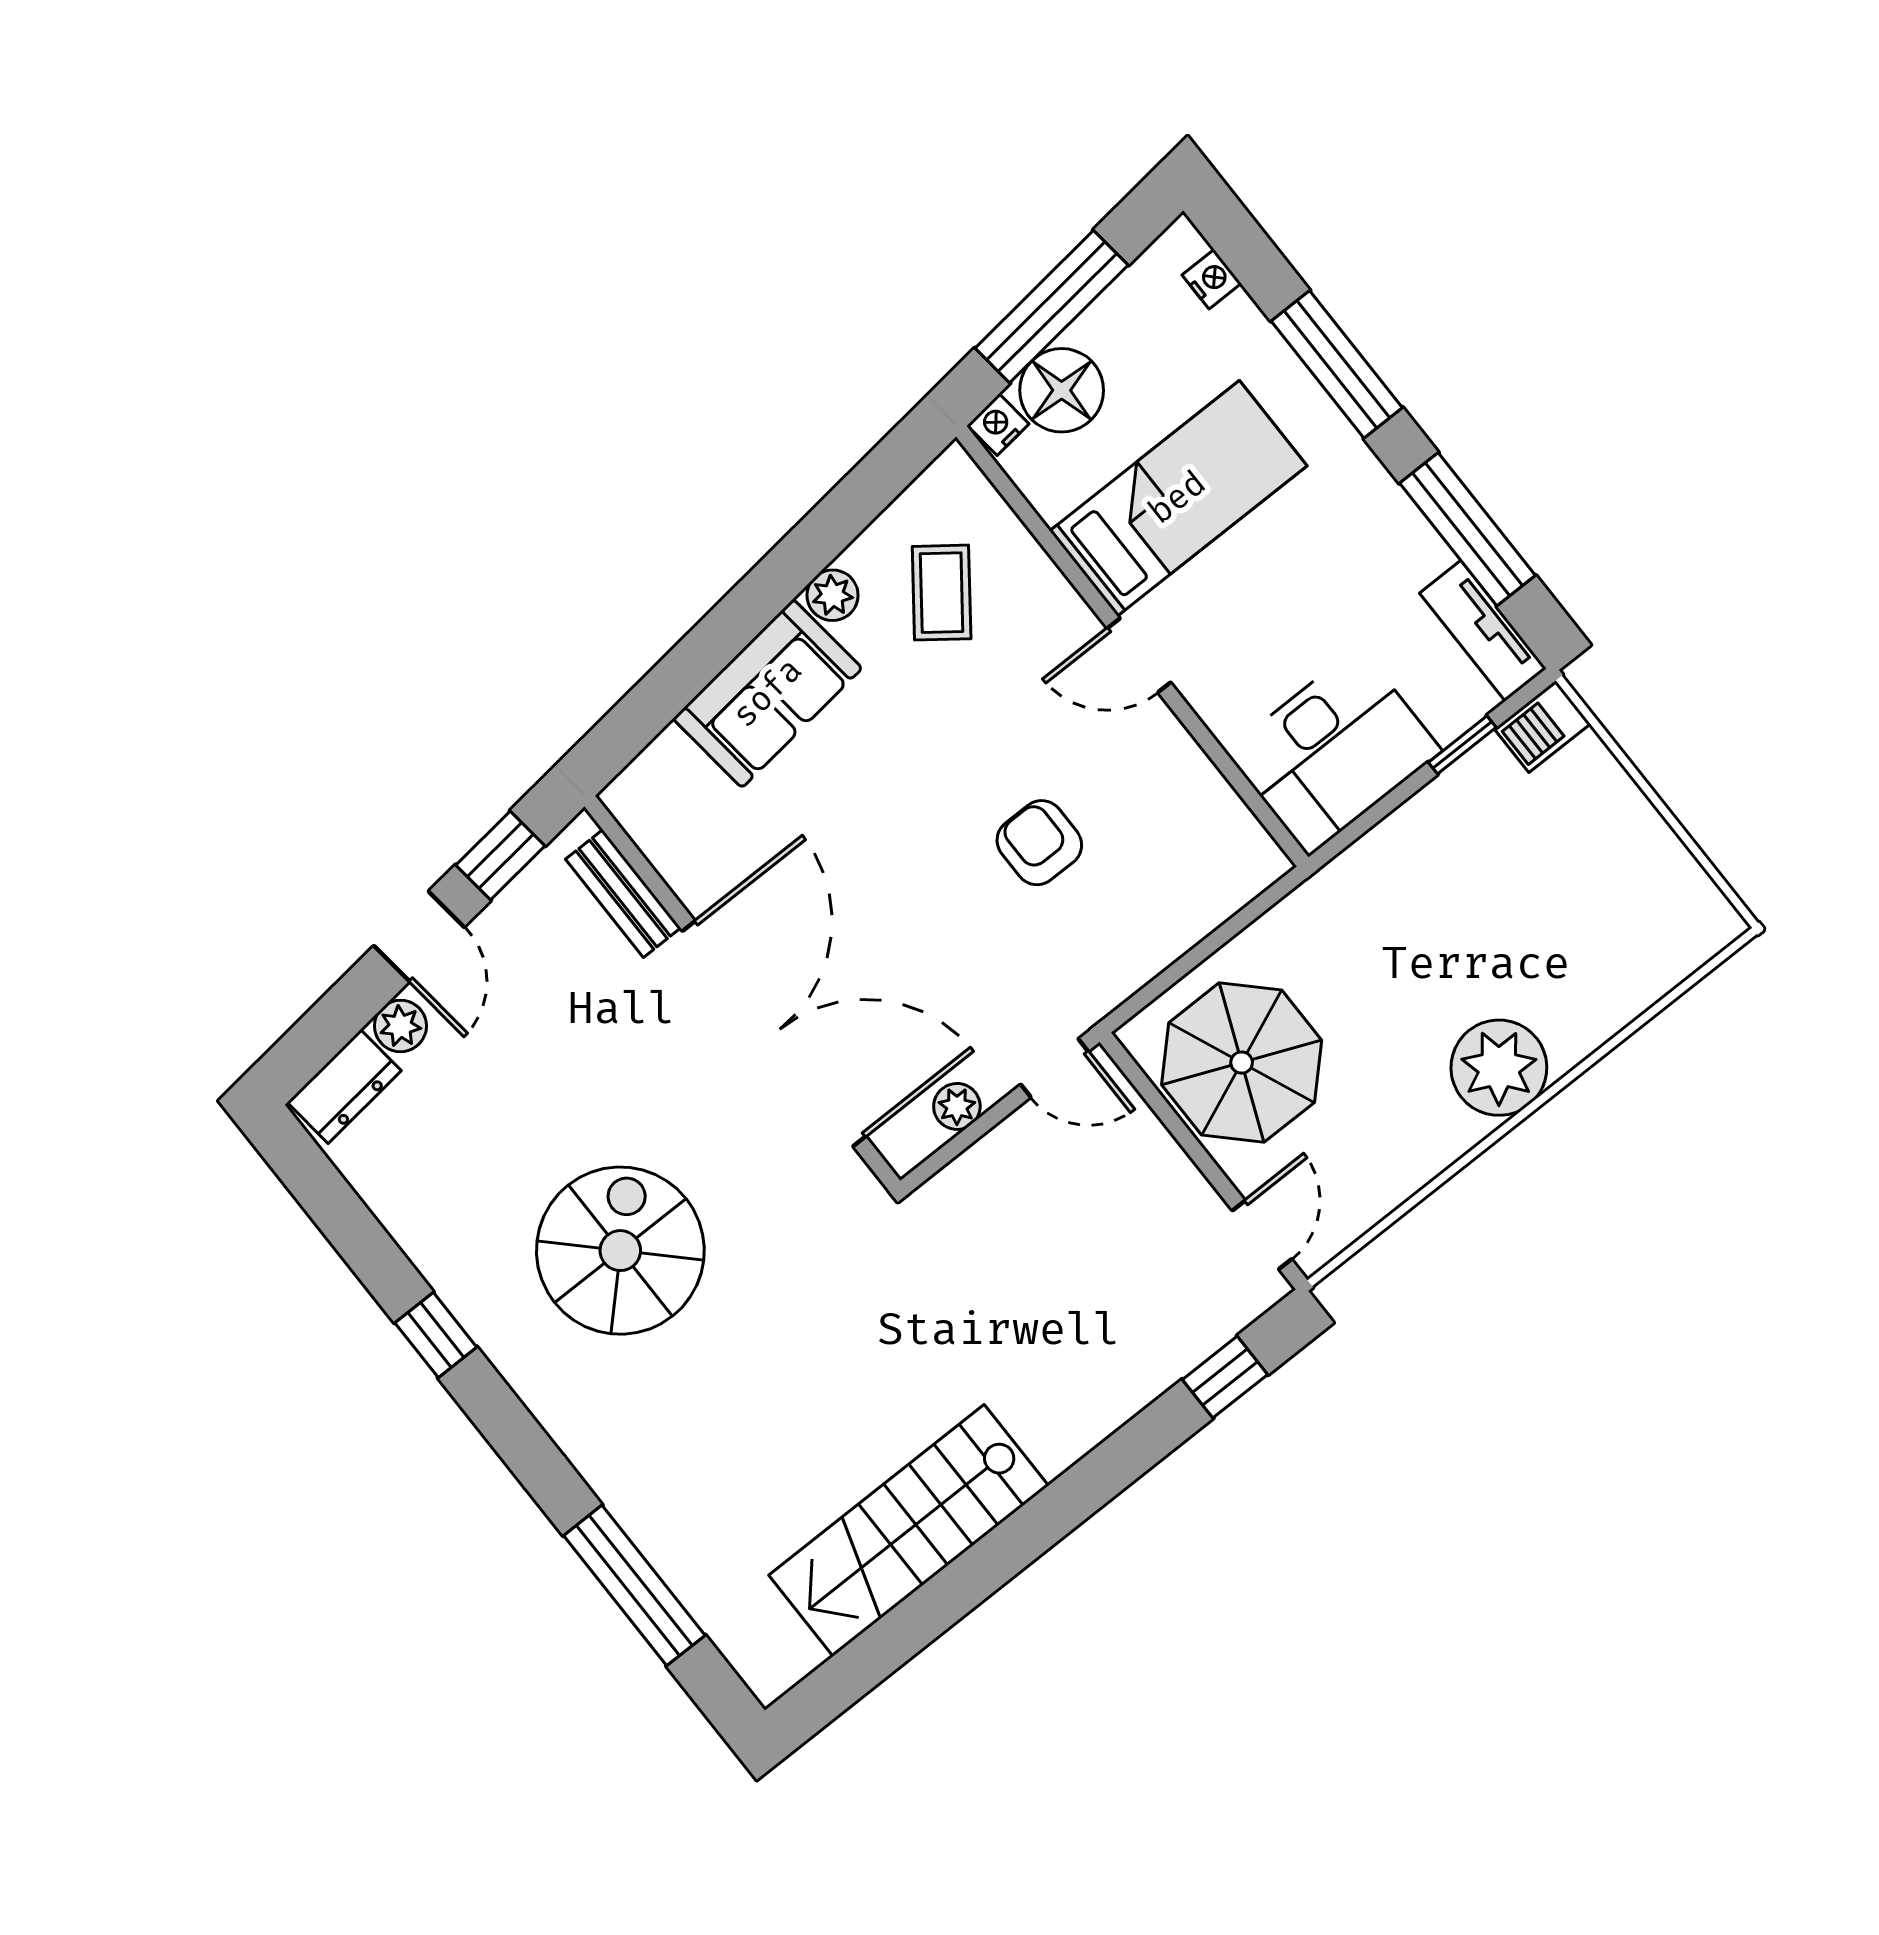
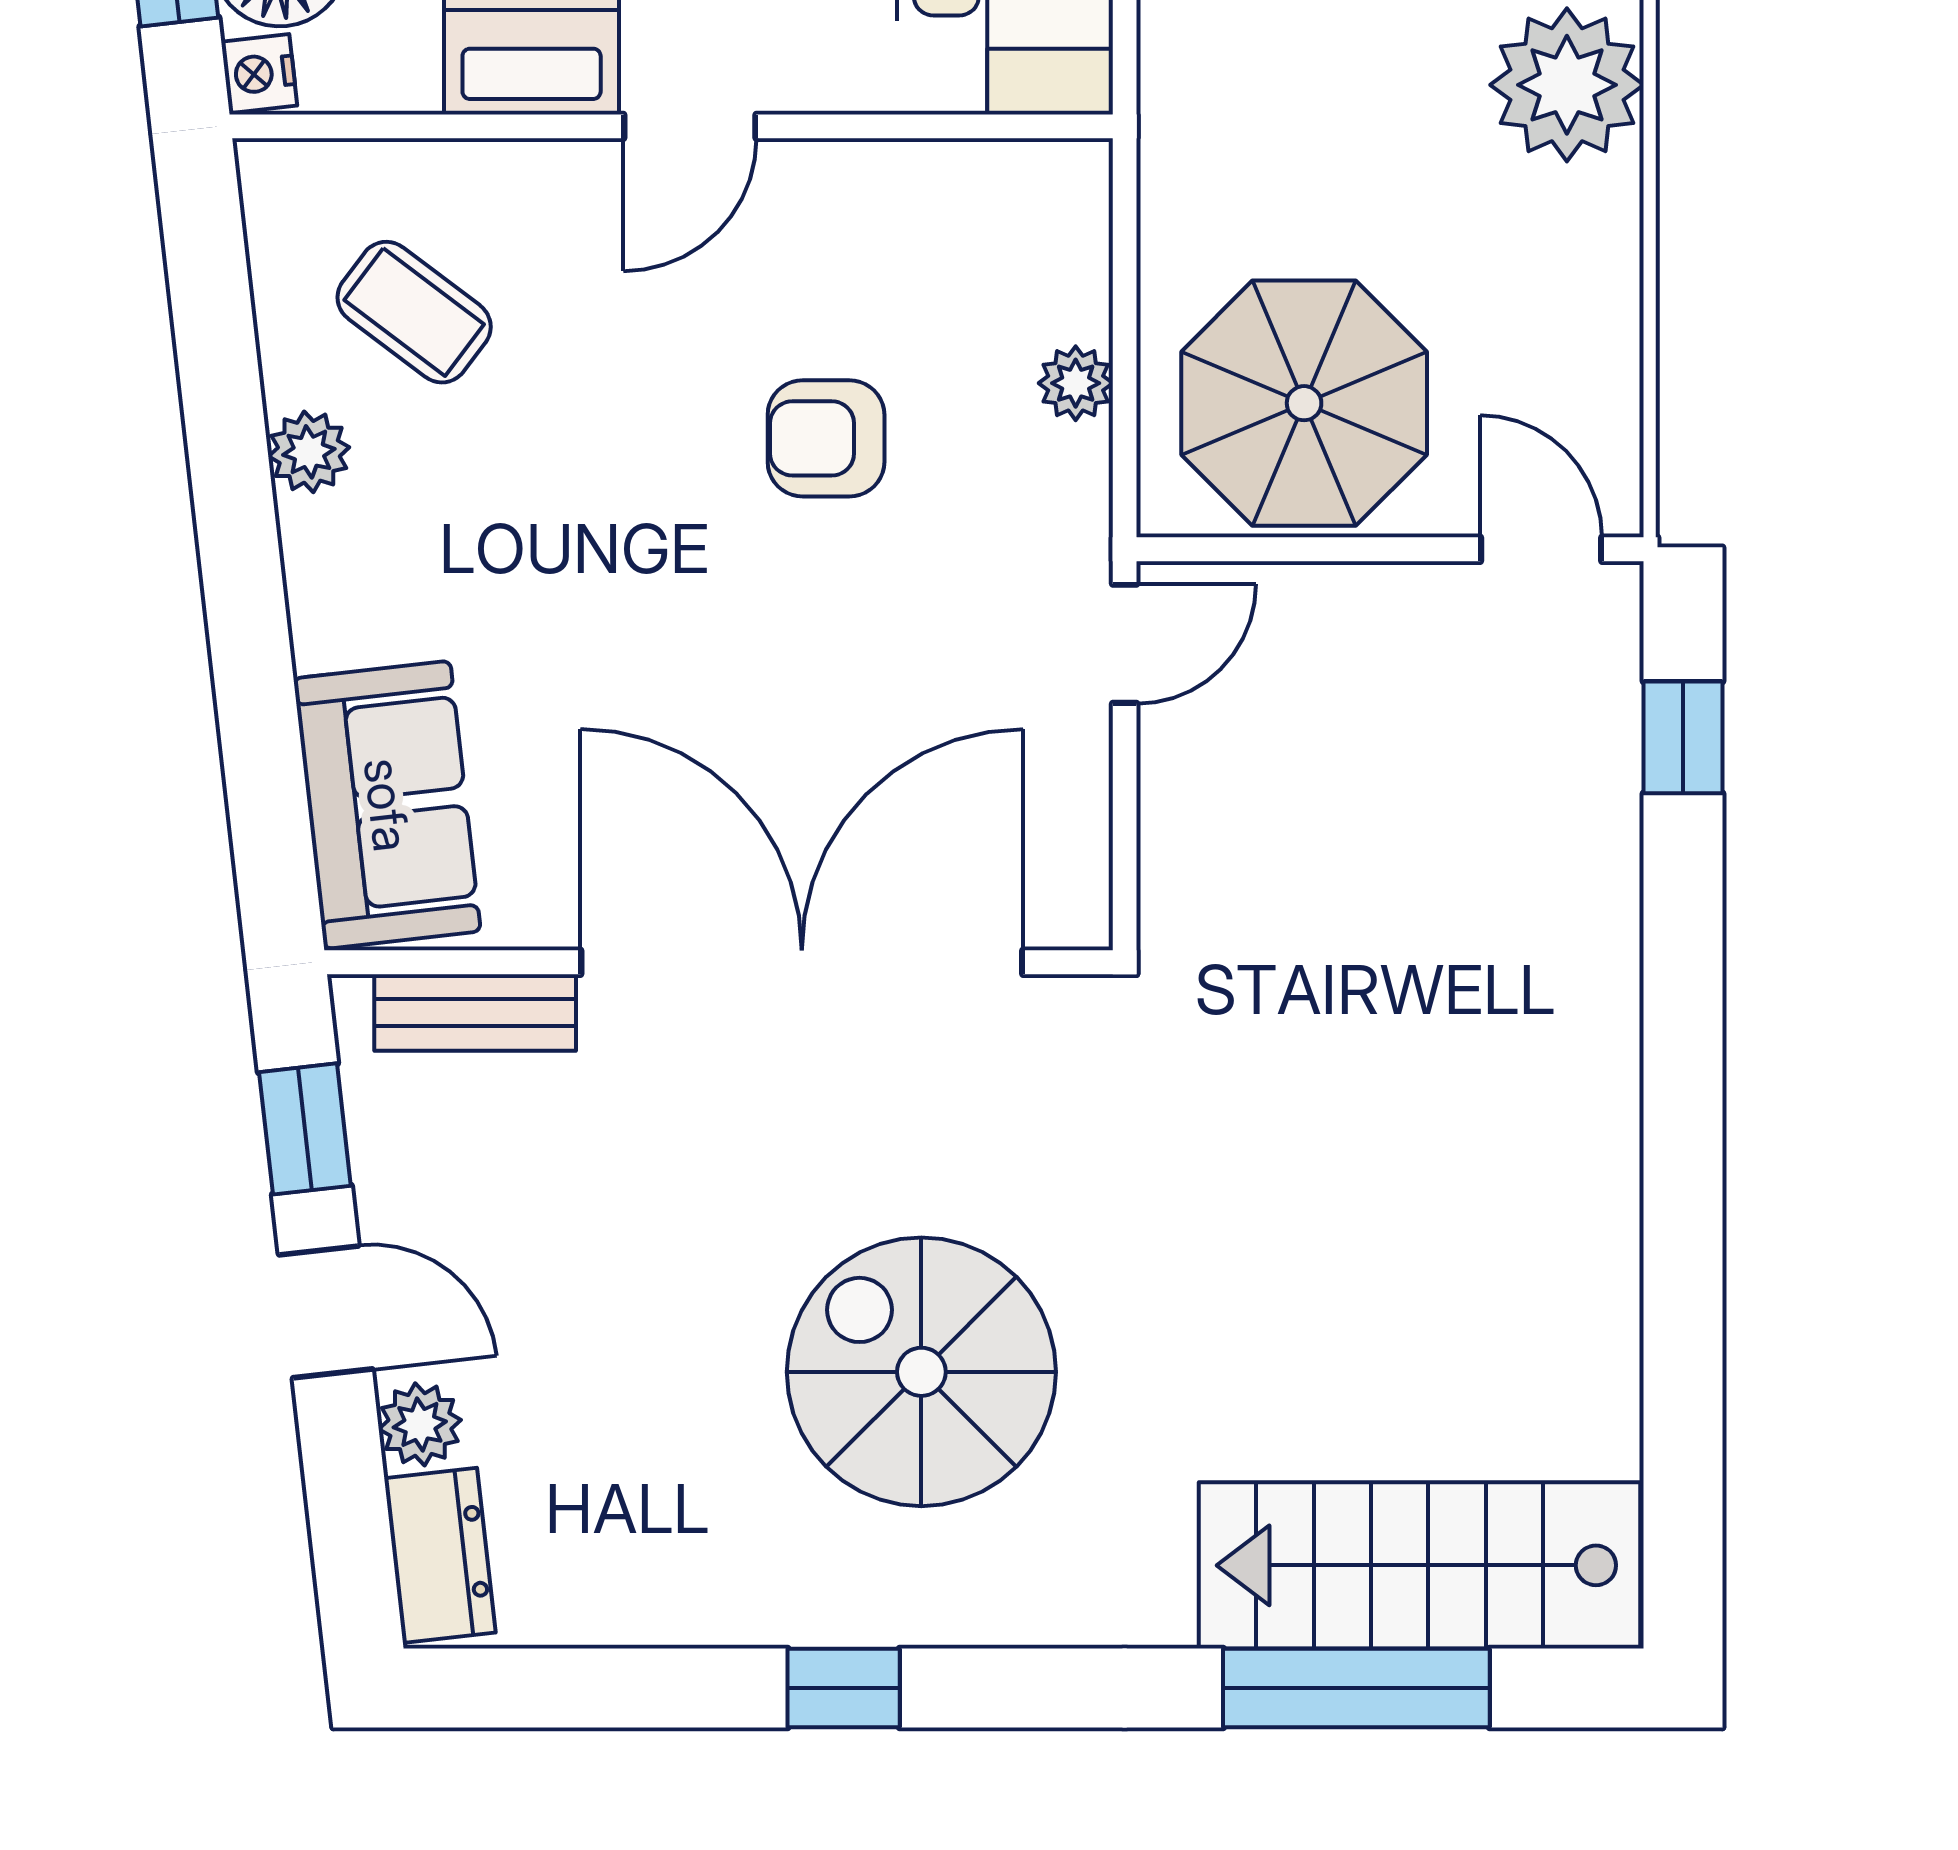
sofa: (768, 693) -> (387, 805), moved
plant: (957, 1106) -> (1076, 383), moved
stairs: (909, 1530) -> (1419, 1565), moved, turned 90

